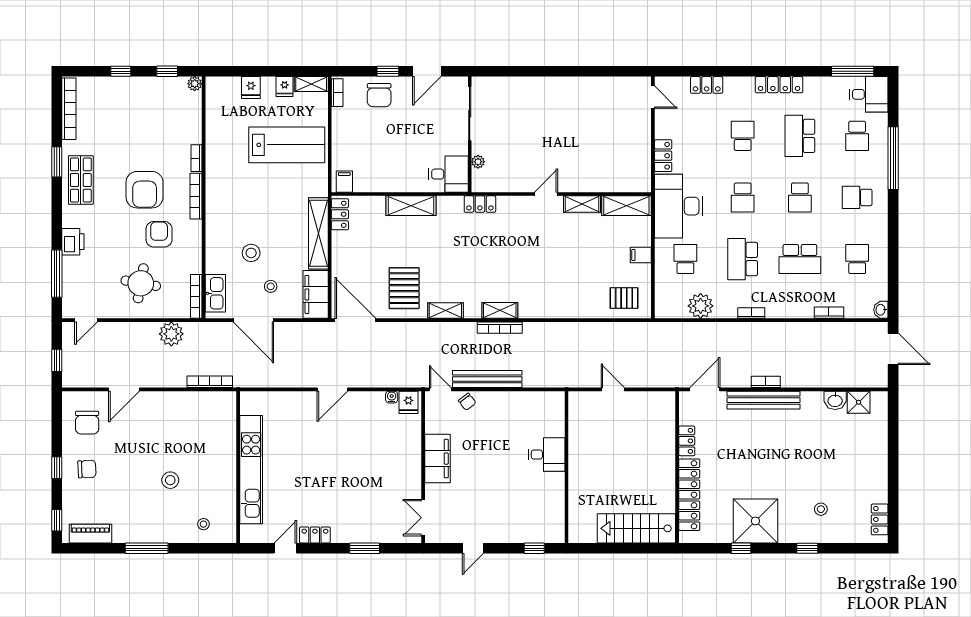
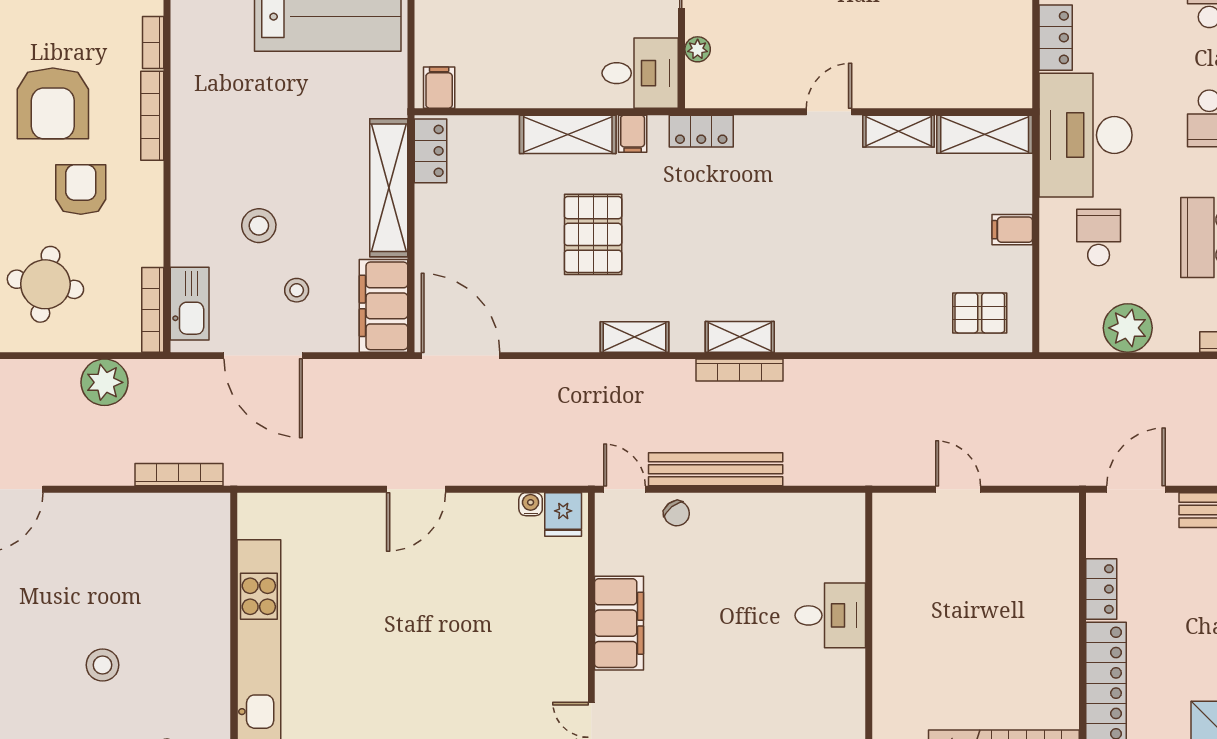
filing cabinet: (444, 205) -> (633, 134), added
pallet: (404, 288) -> (593, 234), moved

